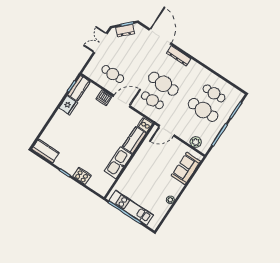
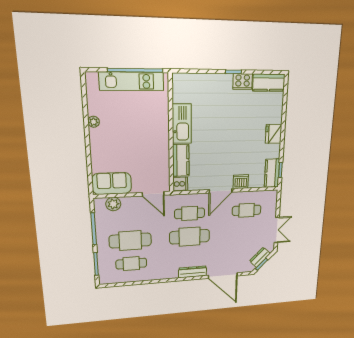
fridge: (68, 105) -> (274, 134), moved
door: (167, 131) -> (153, 194), swing flipped
sofa: (186, 168) -> (112, 183), moved, turned -90
cooker: (82, 176) -> (243, 81), moved

